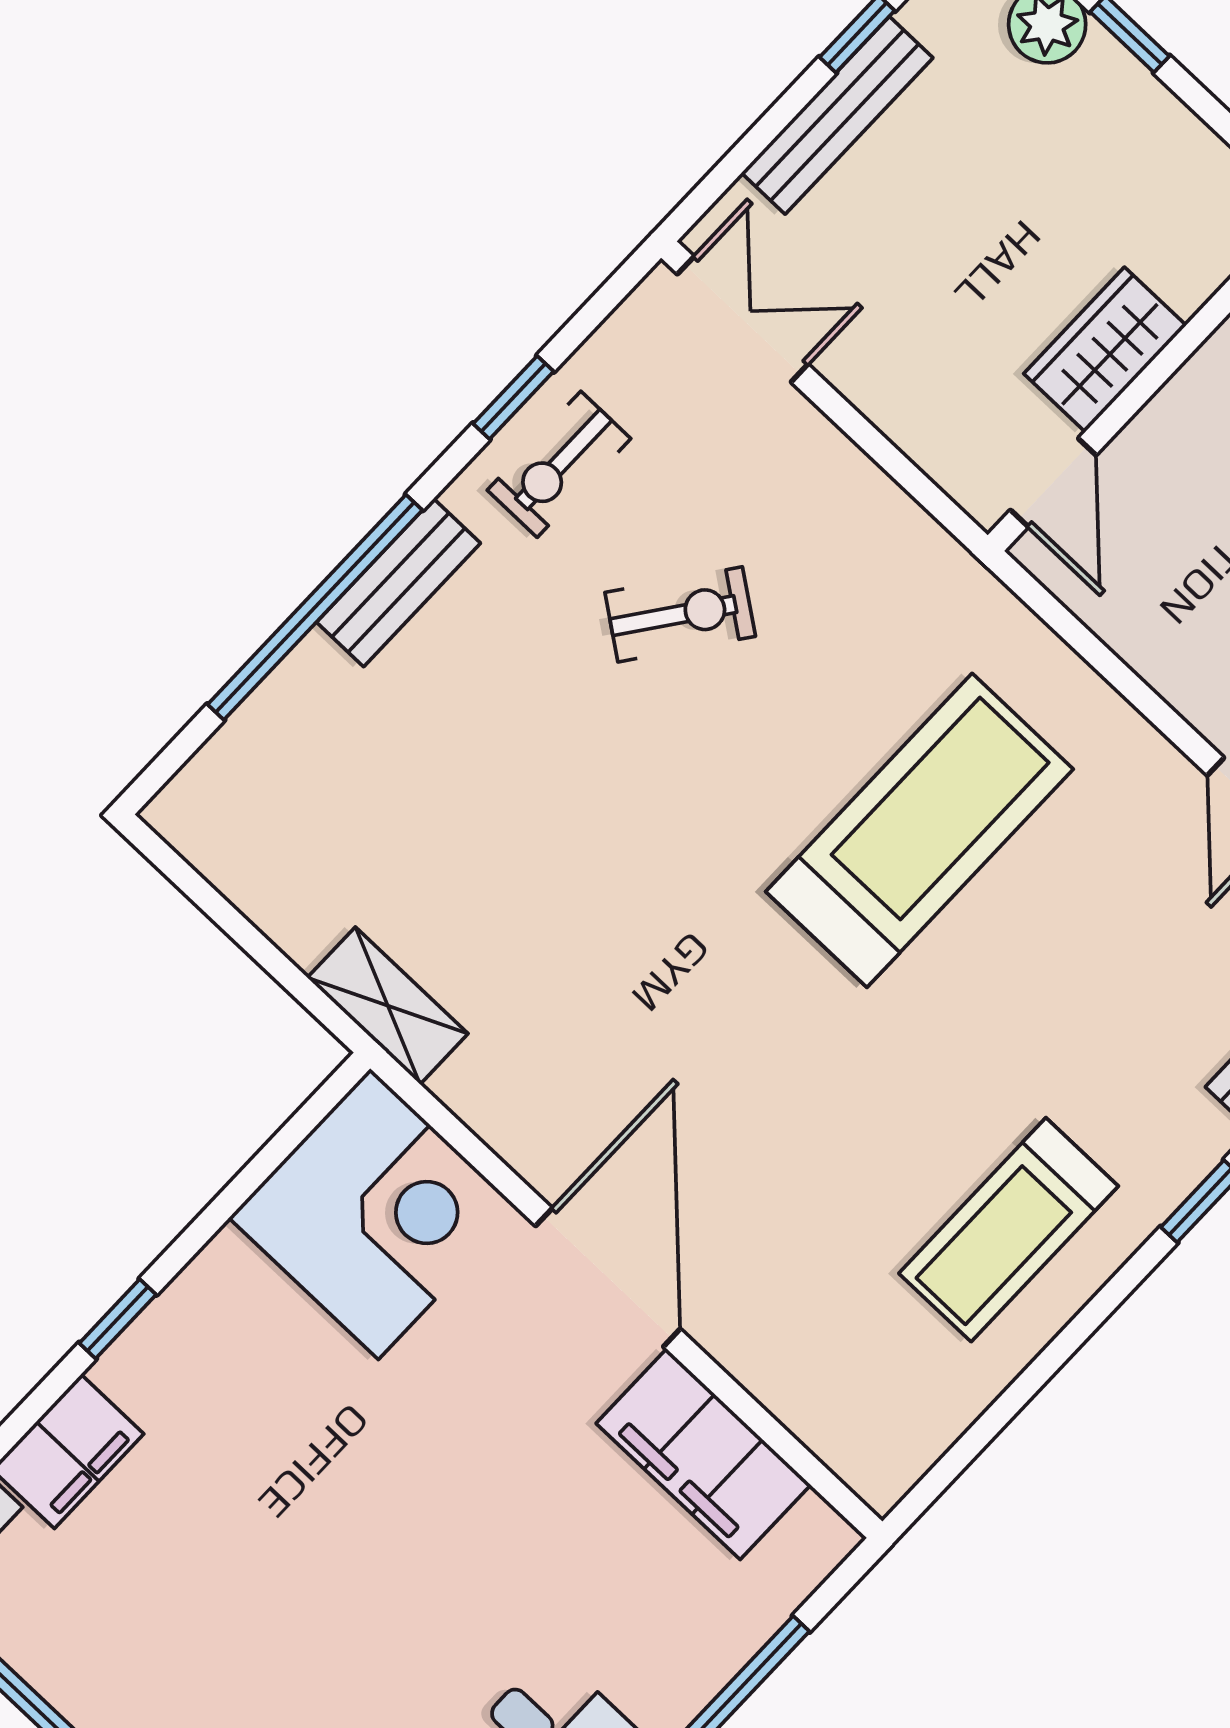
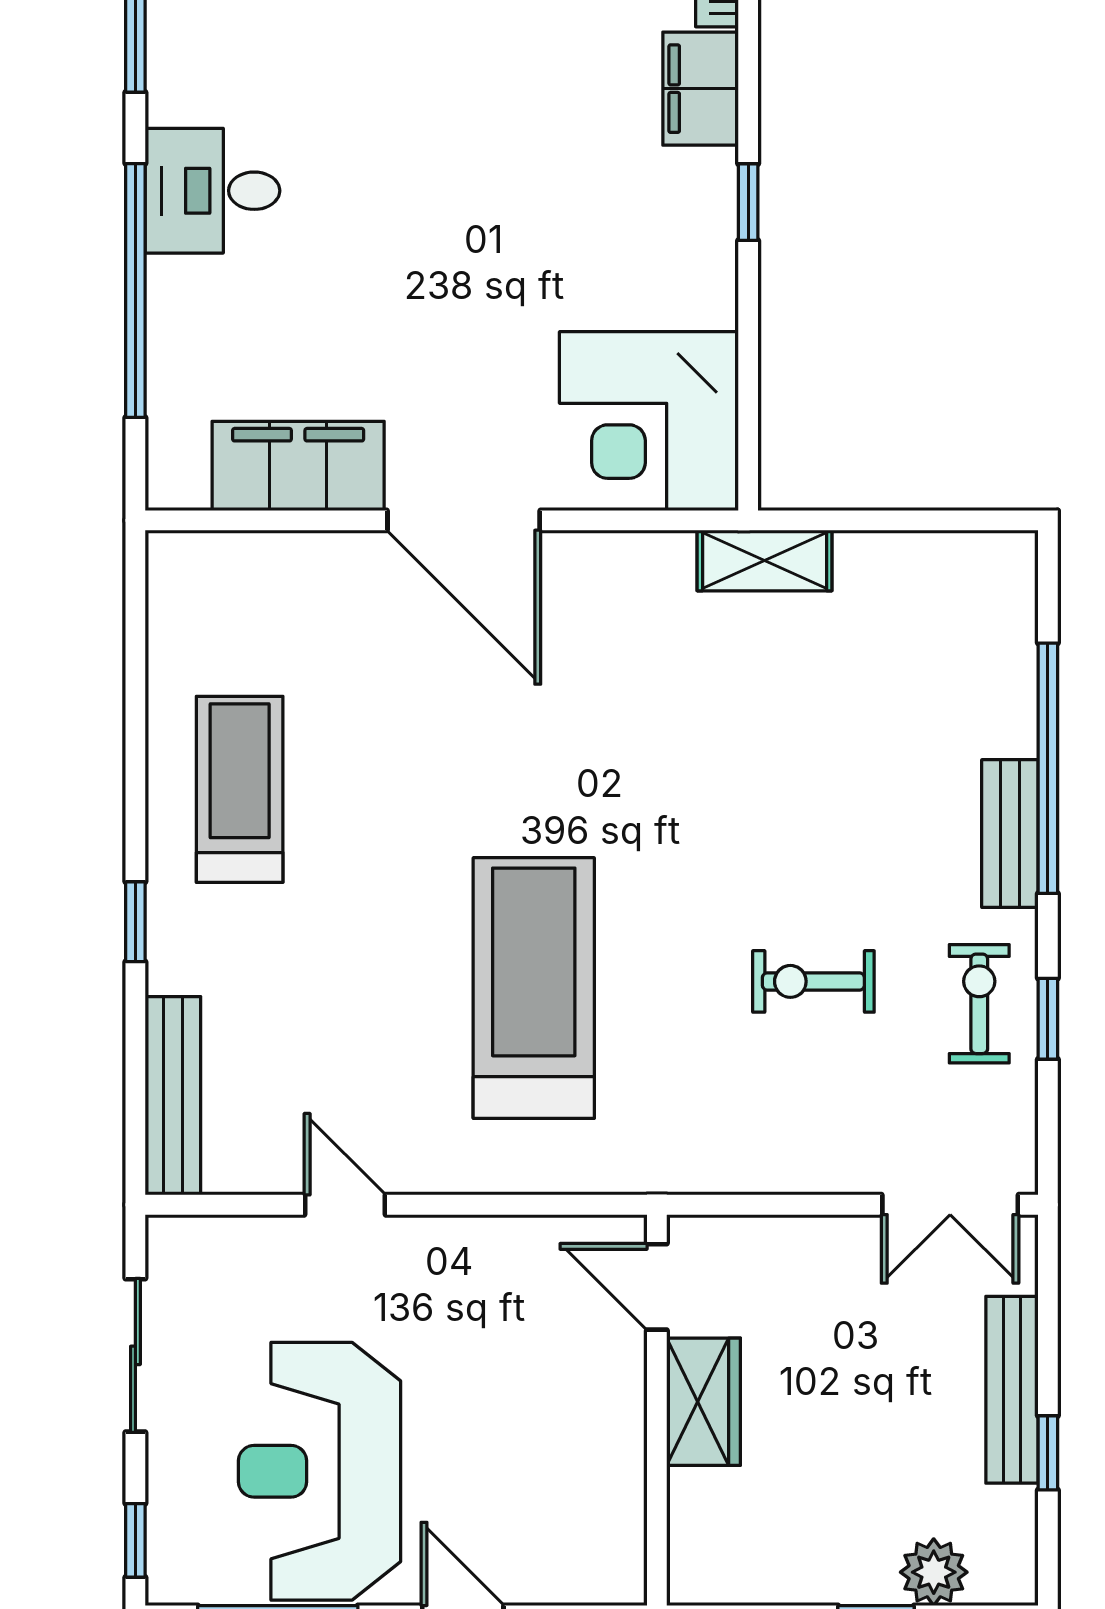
exercise bike: (680, 614) -> (813, 981), turned 54
treadmill: (920, 830) -> (534, 988), turned 180

